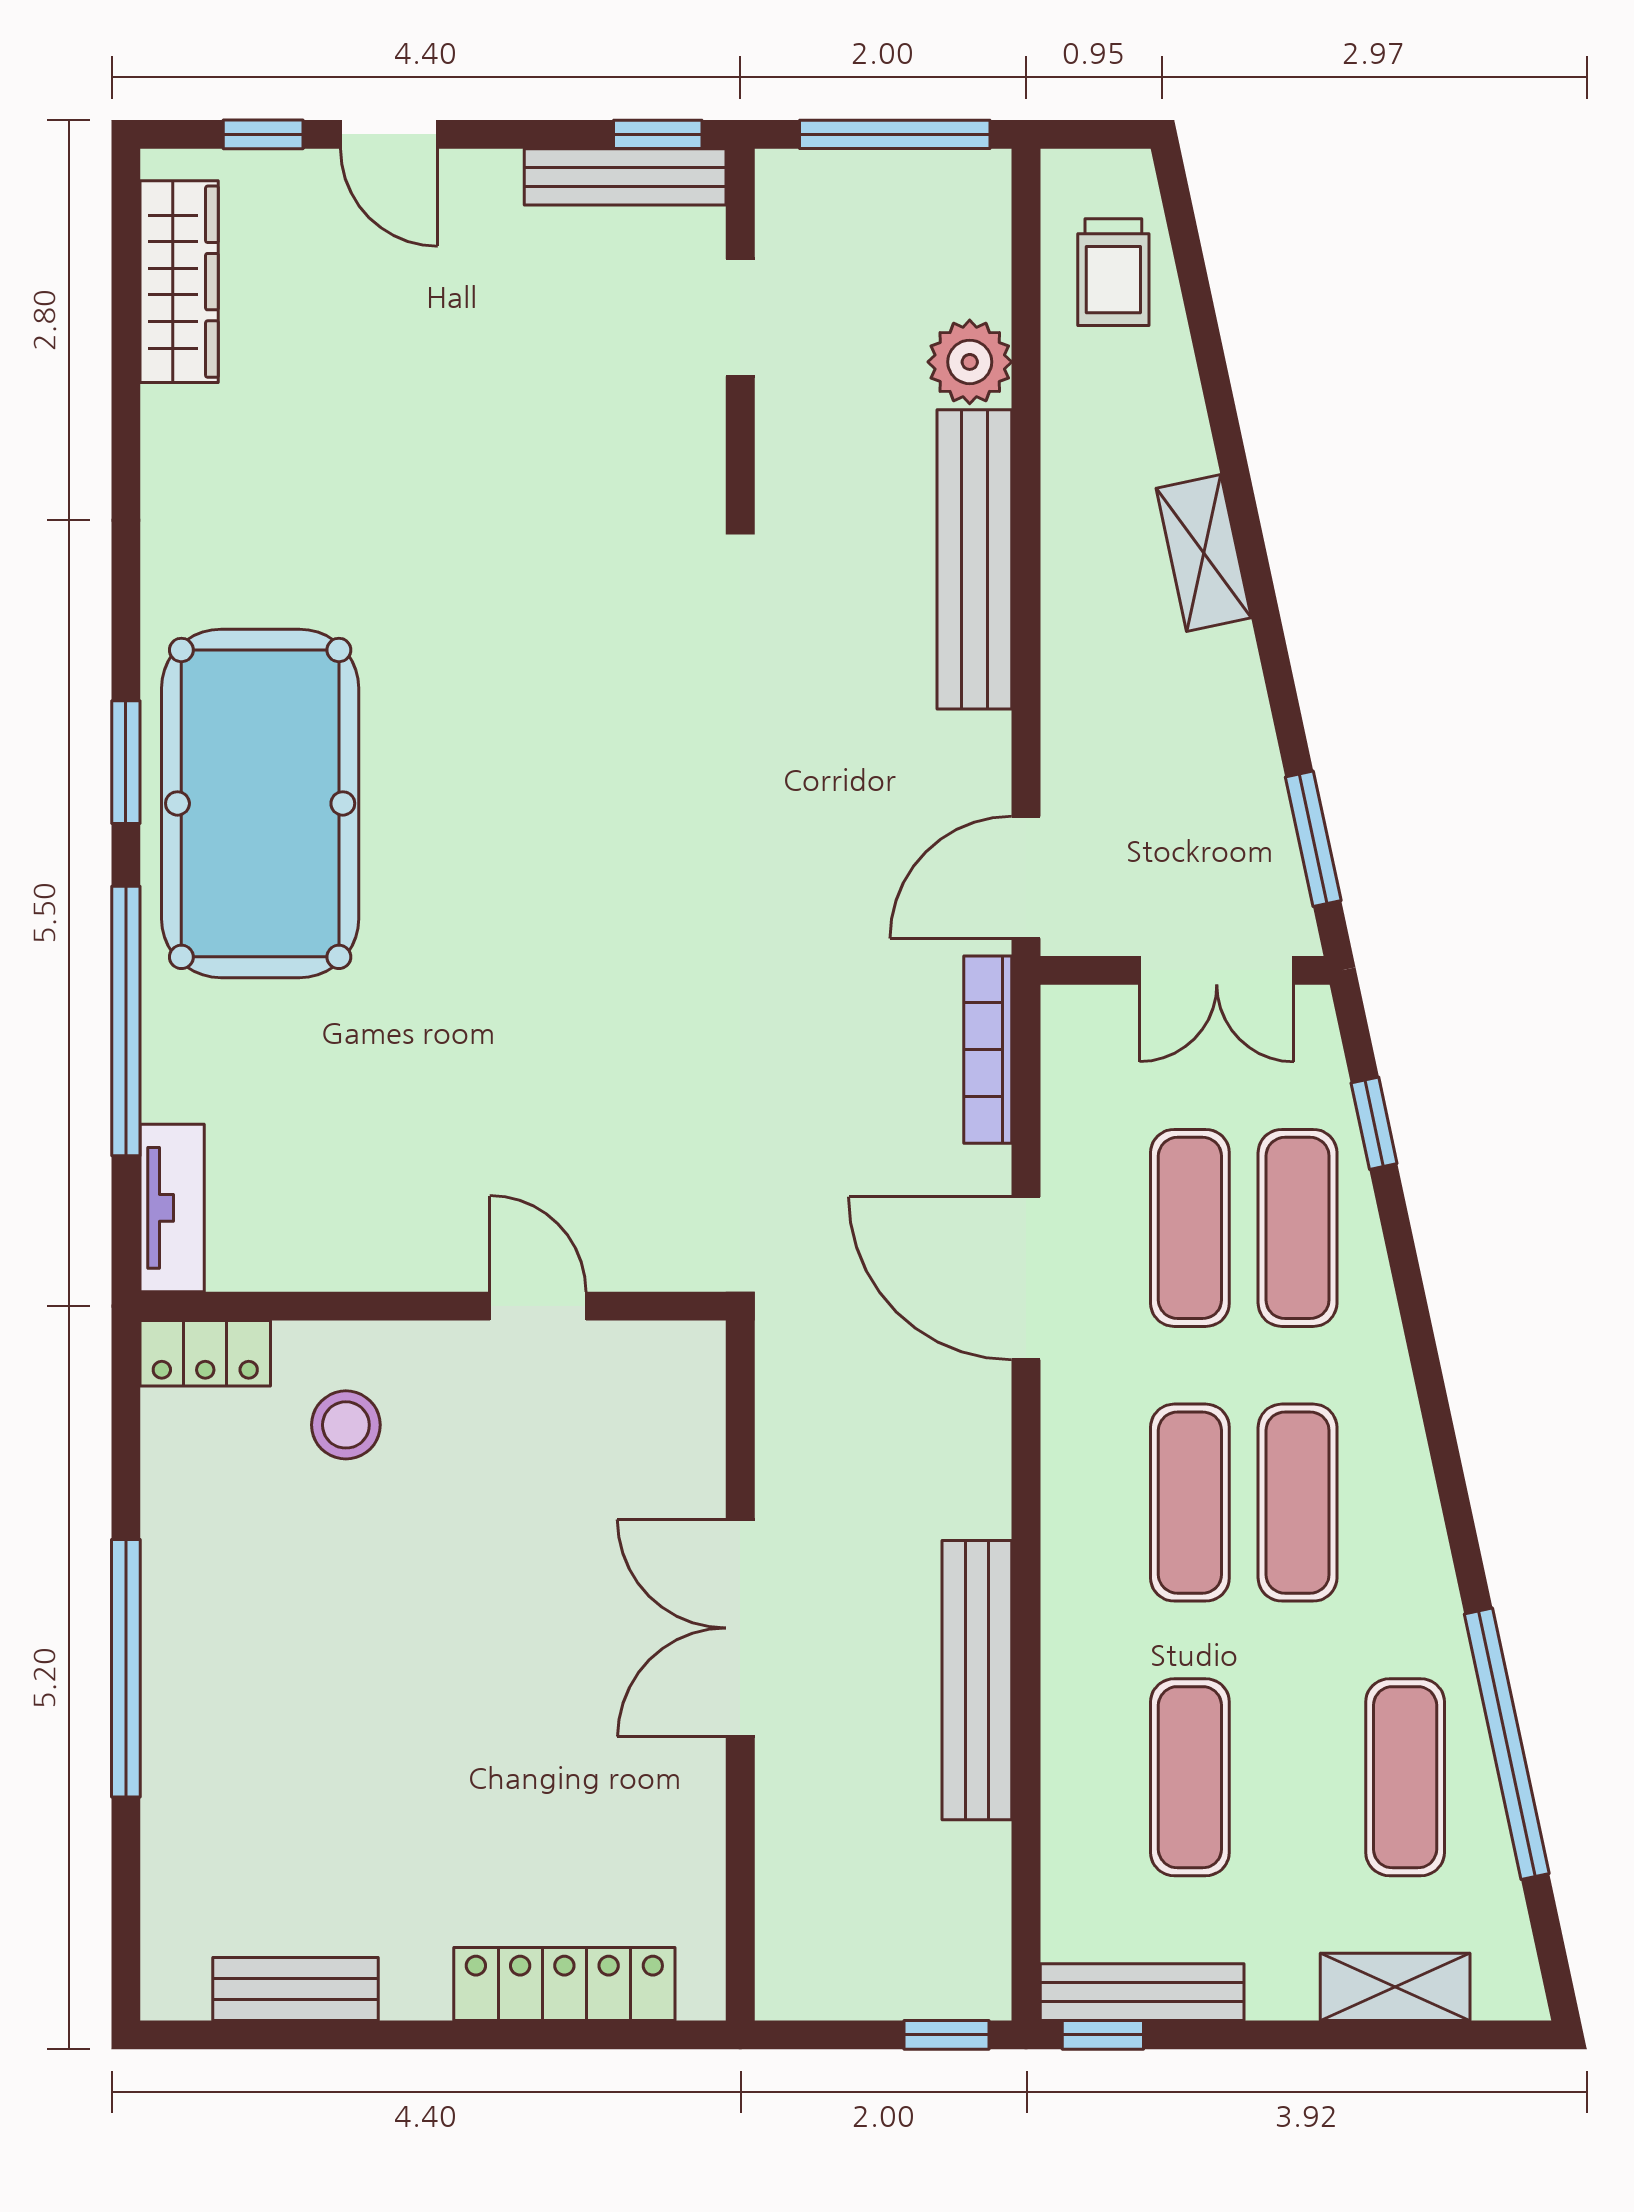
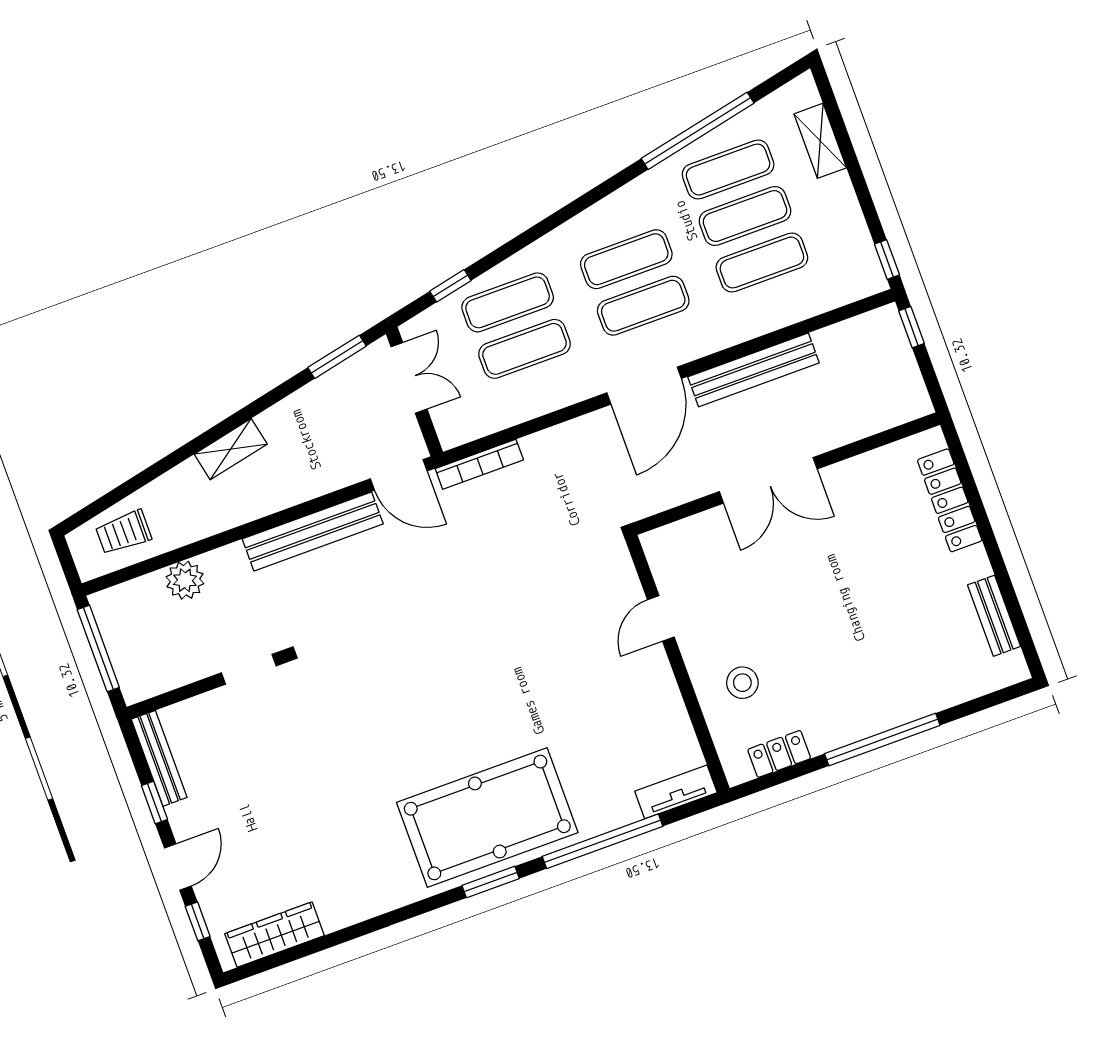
window: (658, 134) -> (154, 802), moved
trolley: (1113, 272) -> (124, 532), turned 180
doorway: (740, 318) -> (249, 669), moved
bench: (974, 559) -> (313, 531), moved
door: (1026, 1278) -> (644, 386), moved
locker: (205, 1353) -> (779, 754), moved, turned -90
exercise mat: (1298, 1777) -> (745, 216), added
bench: (1142, 1992) -> (862, 249), removed

